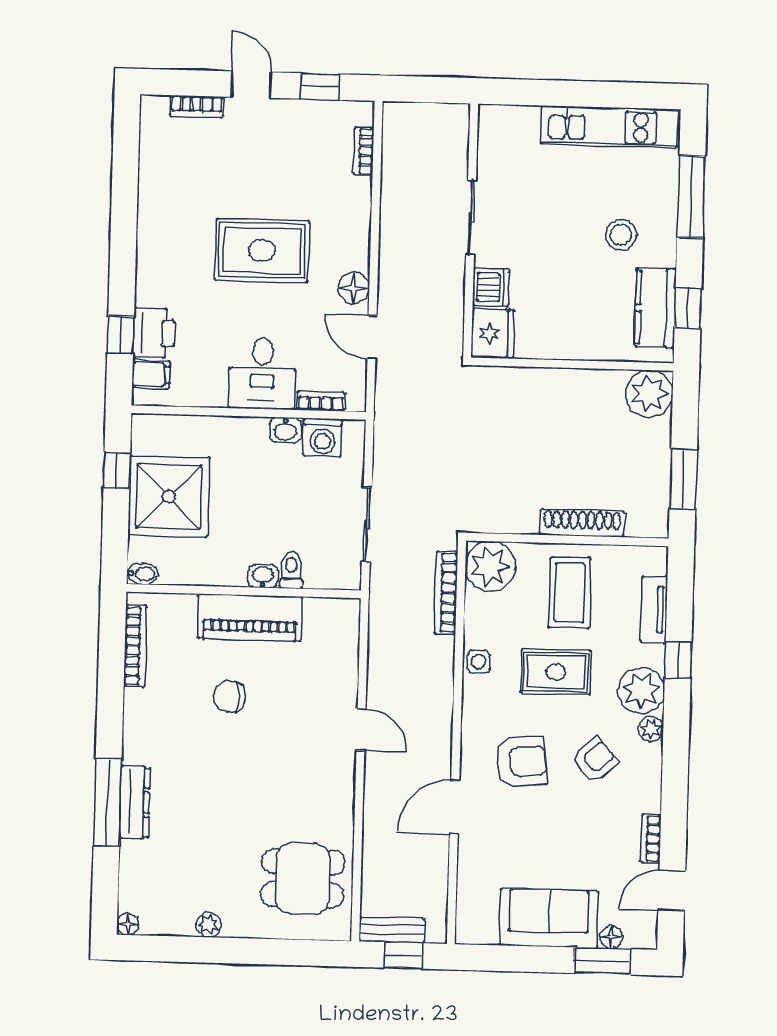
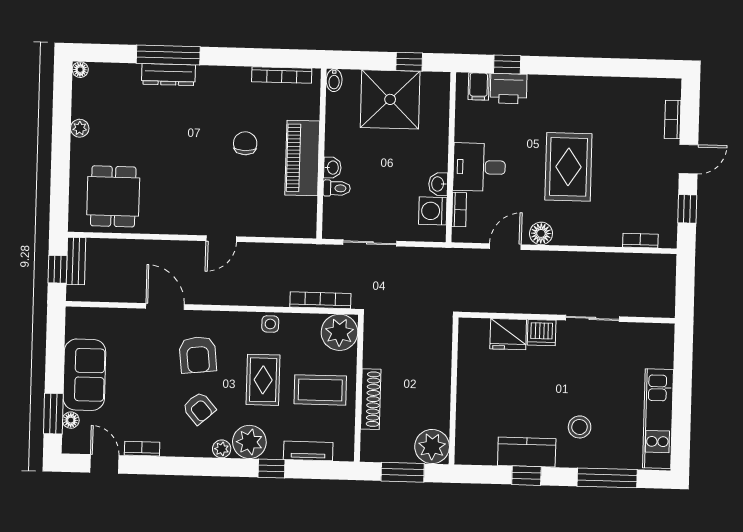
wall: (572, 364) -> (454, 391), moved
plant: (649, 394) -> (432, 447), moved

